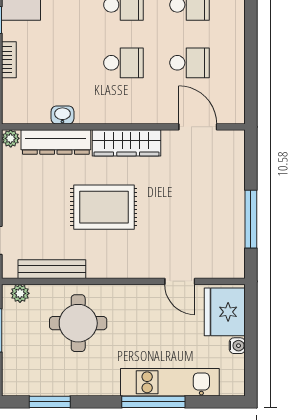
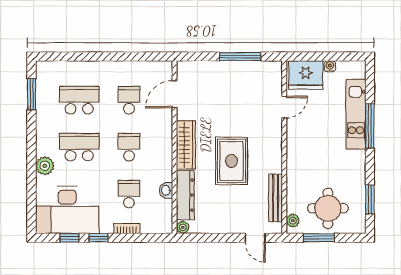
school desk: (57, 63) -> (129, 194), added
round table: (78, 323) -> (328, 208), moved

